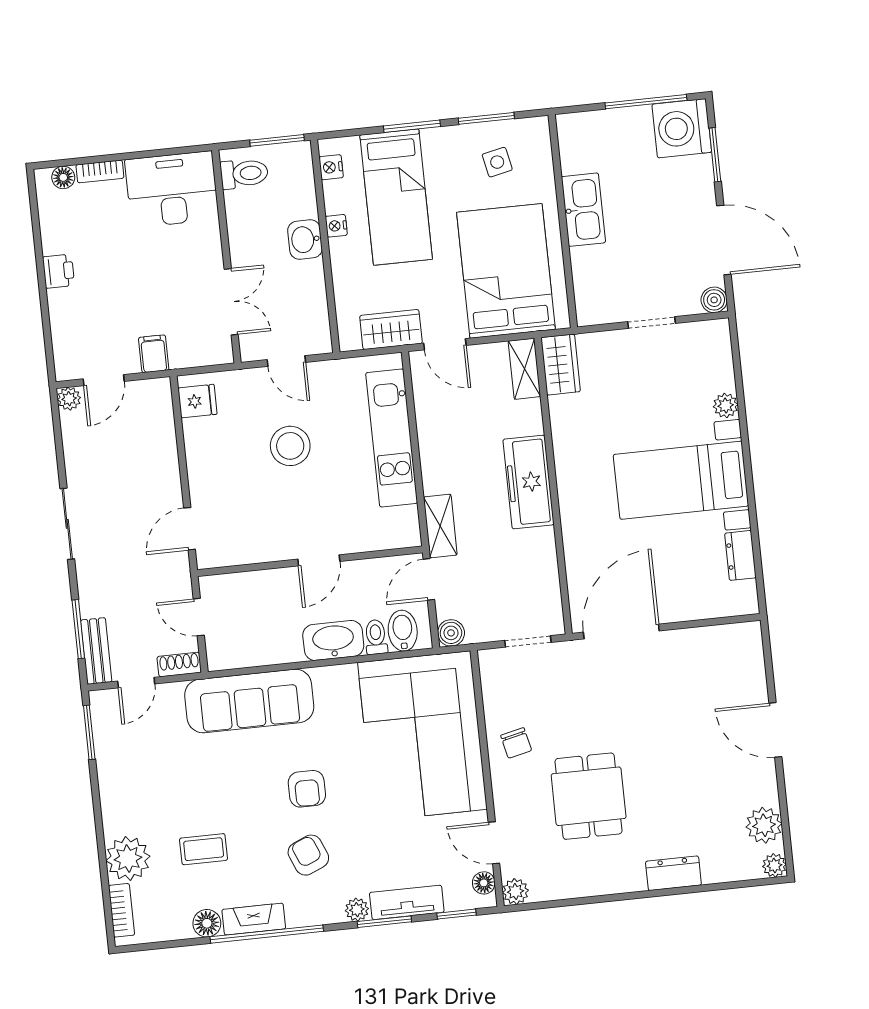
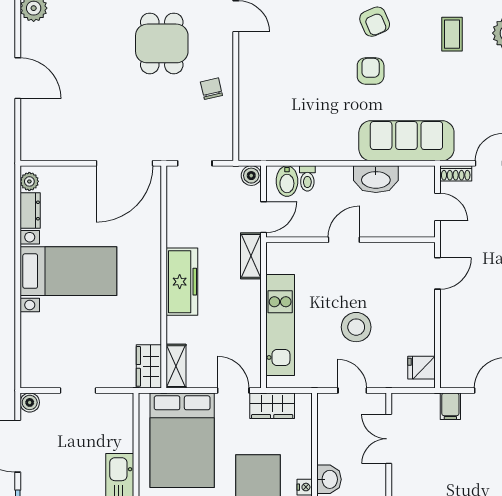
plant: (726, 405) -> (29, 181), moved
washbasin: (333, 640) -> (376, 179), moved
corner sofa: (422, 736) -> (281, 101), removed
coffee table: (204, 849) -> (452, 34), turned 90

